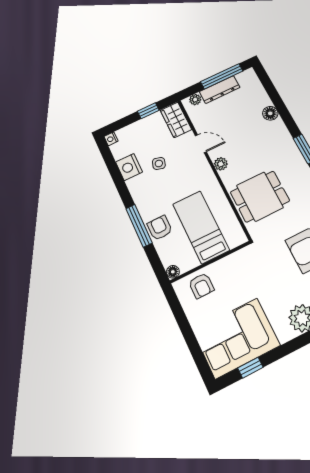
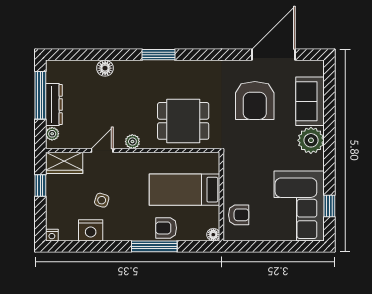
dining table: (260, 196) -> (183, 121), turned 90

